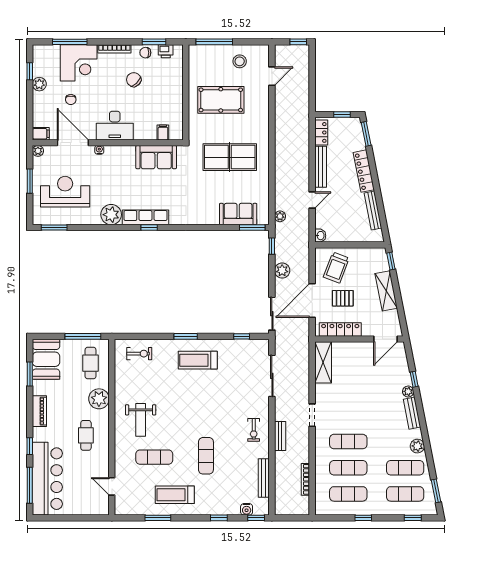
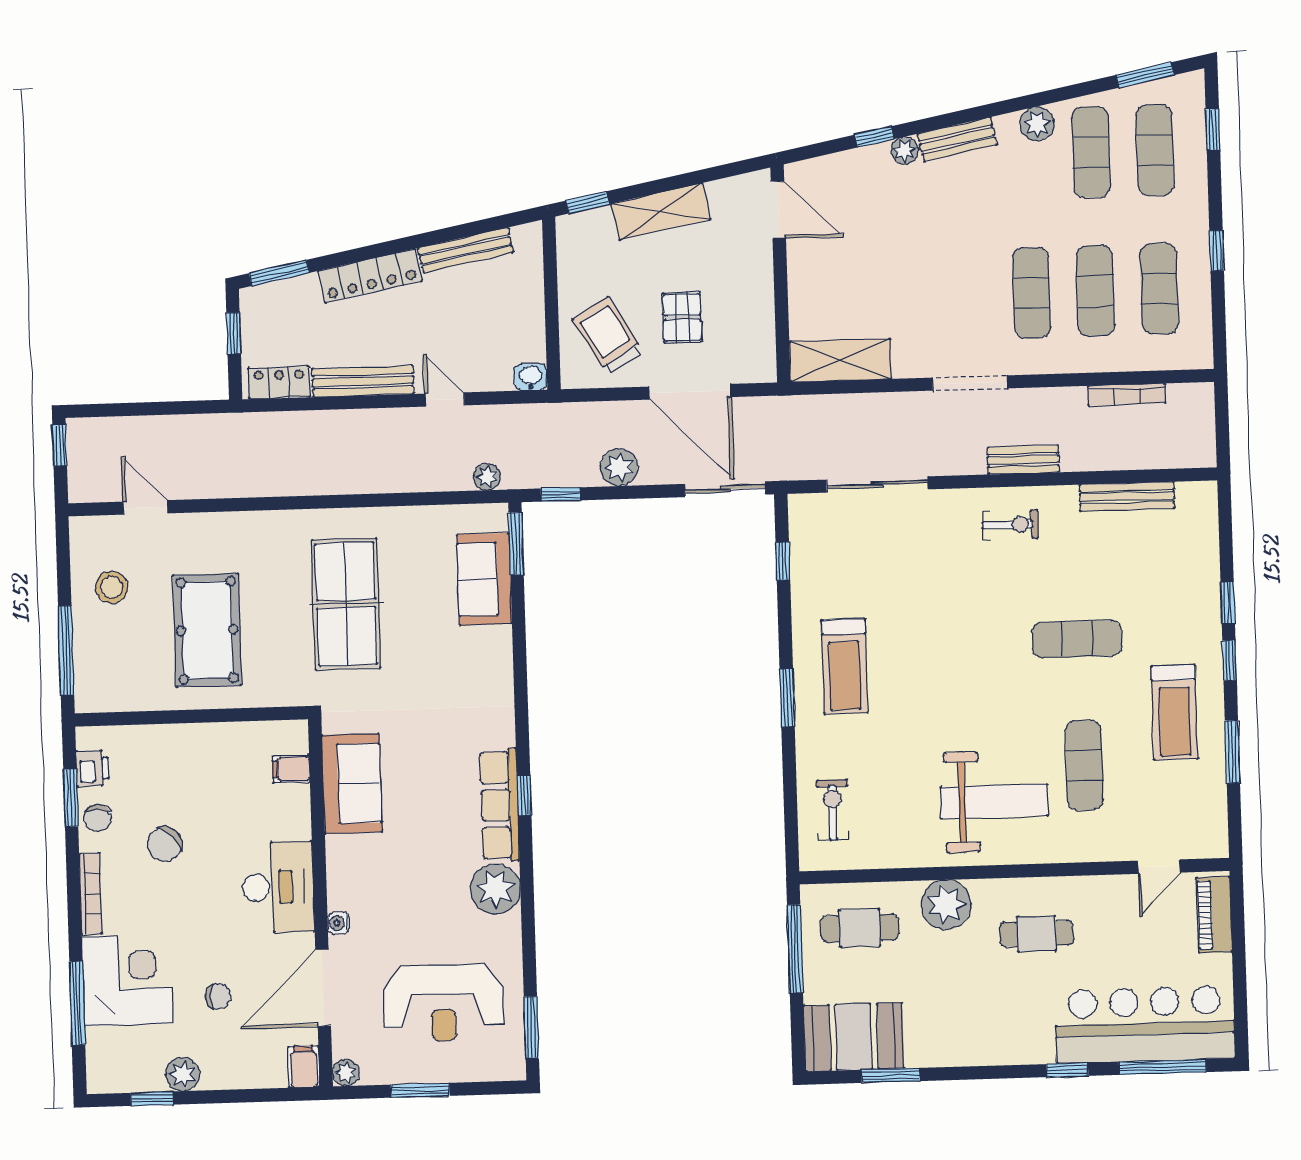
reception desk: (65, 192) -> (443, 1003), turned -90
trolley: (336, 268) -> (608, 336), turned -142
locker: (340, 329) -> (758, 321), removed
piano: (39, 411) -> (1214, 915), moved, turned -90
doorway: (312, 415) -> (970, 383), width x1.38
weight bench: (141, 420) -> (994, 801), width x1.36, depth x1.33
water cooler: (247, 509) -> (1205, 536), removed
window: (256, 518) -> (1230, 661), moved

